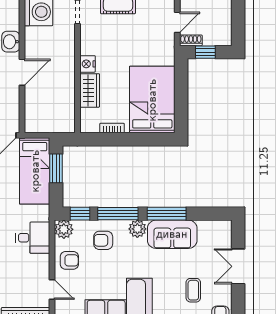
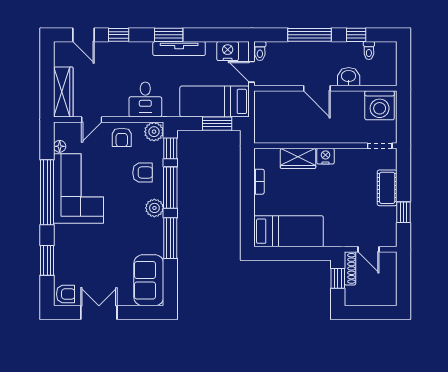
shoe rack: (191, 40) -> (350, 268), width x1.43
bed: (152, 100) -> (289, 231), width x0.67
sofa: (172, 234) -> (149, 280), moved
armchair: (103, 240) -> (143, 173), turned 90
double door: (238, 266) -> (99, 312), moved
coffee table: (193, 290) -> (91, 266), removed

